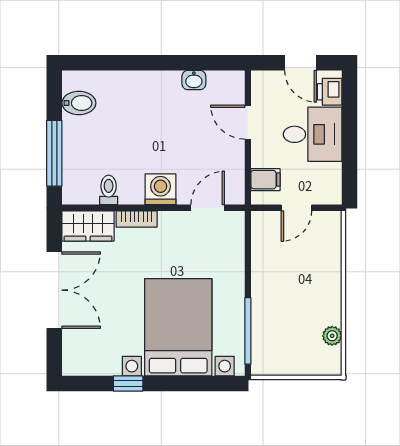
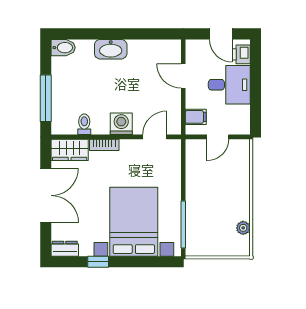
washbasin: (194, 80) -> (111, 49), moved, width x1.91, depth x1.45
bidet: (79, 103) -> (63, 48), moved
dresser: (81, 365) -> (65, 249), added

